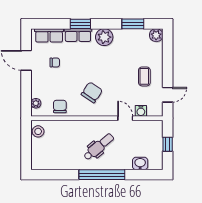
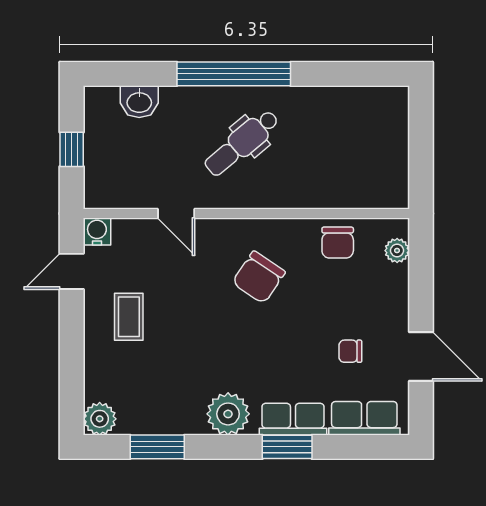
water cooler: (141, 111) -> (97, 232), moved
stool: (38, 131) -> (391, 181), removed

